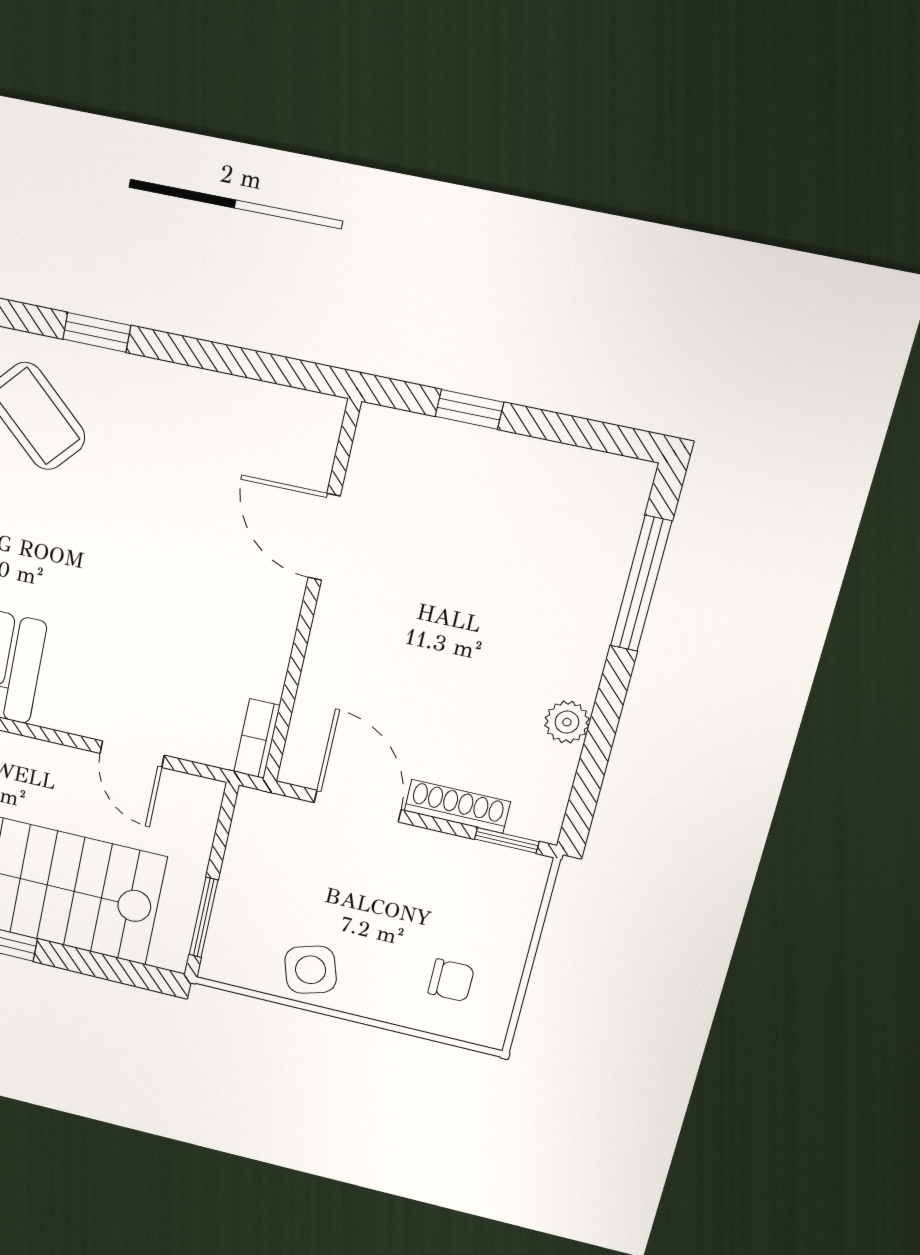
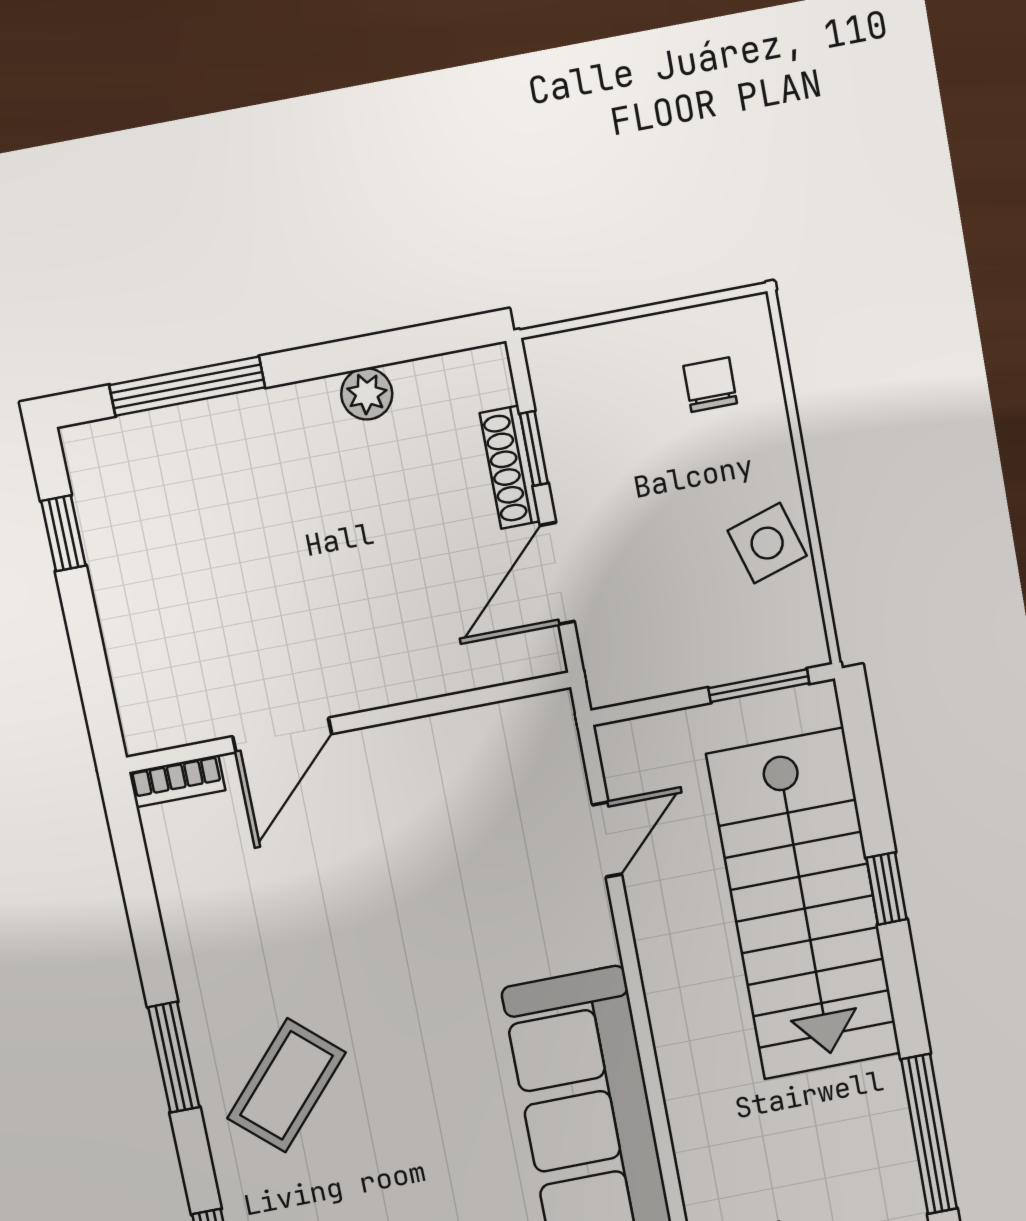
window: (97, 332) -> (174, 1057), width x1.50
window: (469, 409) -> (63, 533), moved
bookcase: (257, 739) -> (177, 781), moved
window: (507, 840) -> (534, 449), moved

